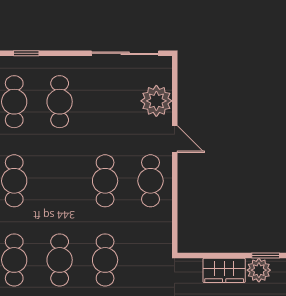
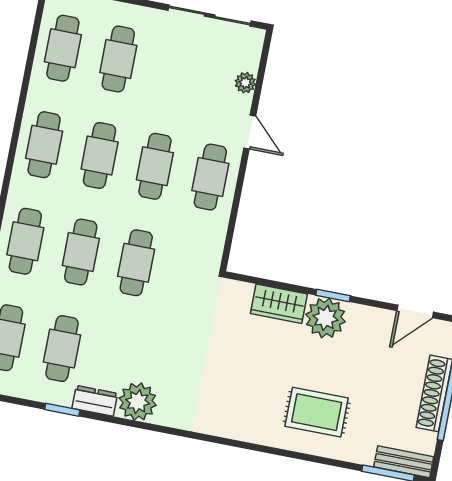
plant: (156, 101) -> (245, 83), width x0.53, depth x0.53
cafe table: (60, 181) -> (100, 155), added
plant: (259, 270) -> (326, 318), width x1.36, depth x1.36

